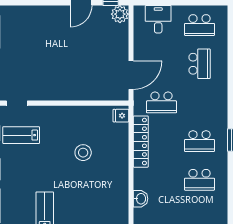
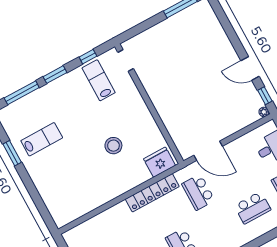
plant: (120, 14) -> (264, 112), width x0.53, depth x0.53
fridge: (121, 116) -> (160, 162), width x1.88, depth x1.34
washbasin: (141, 199) -> (100, 221), removed

